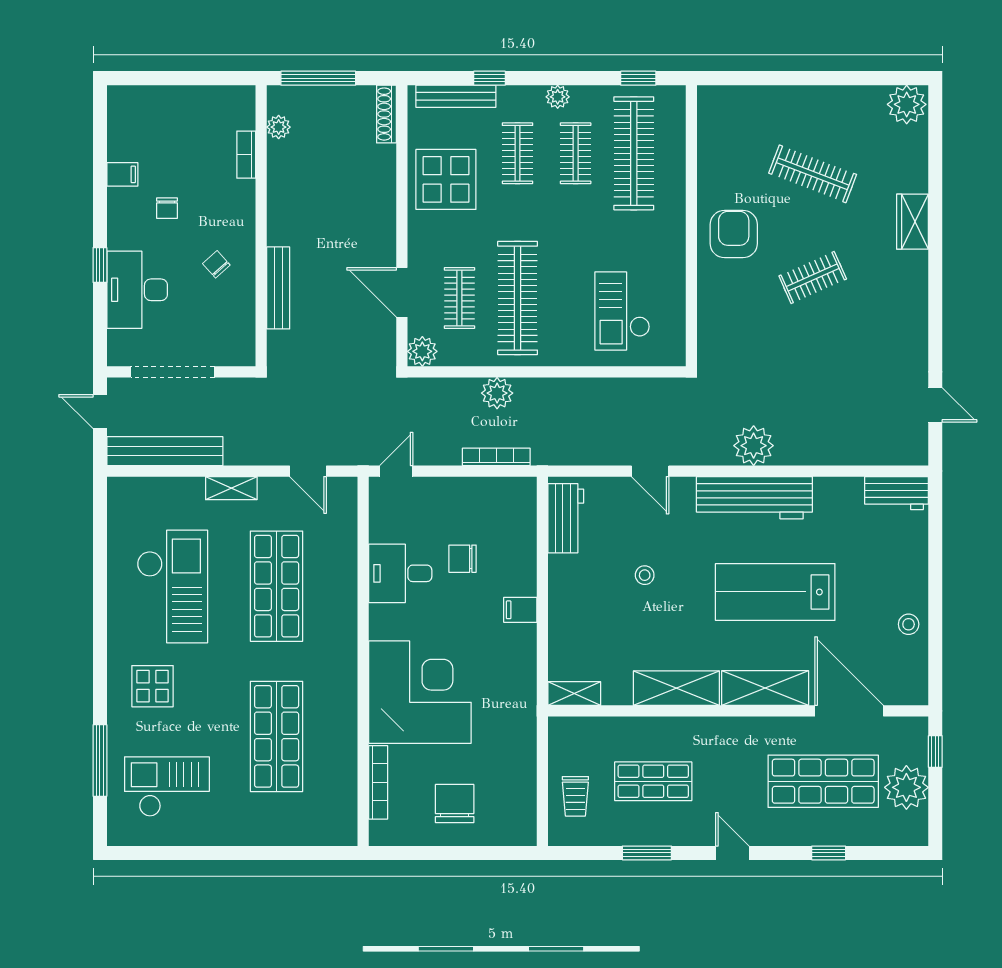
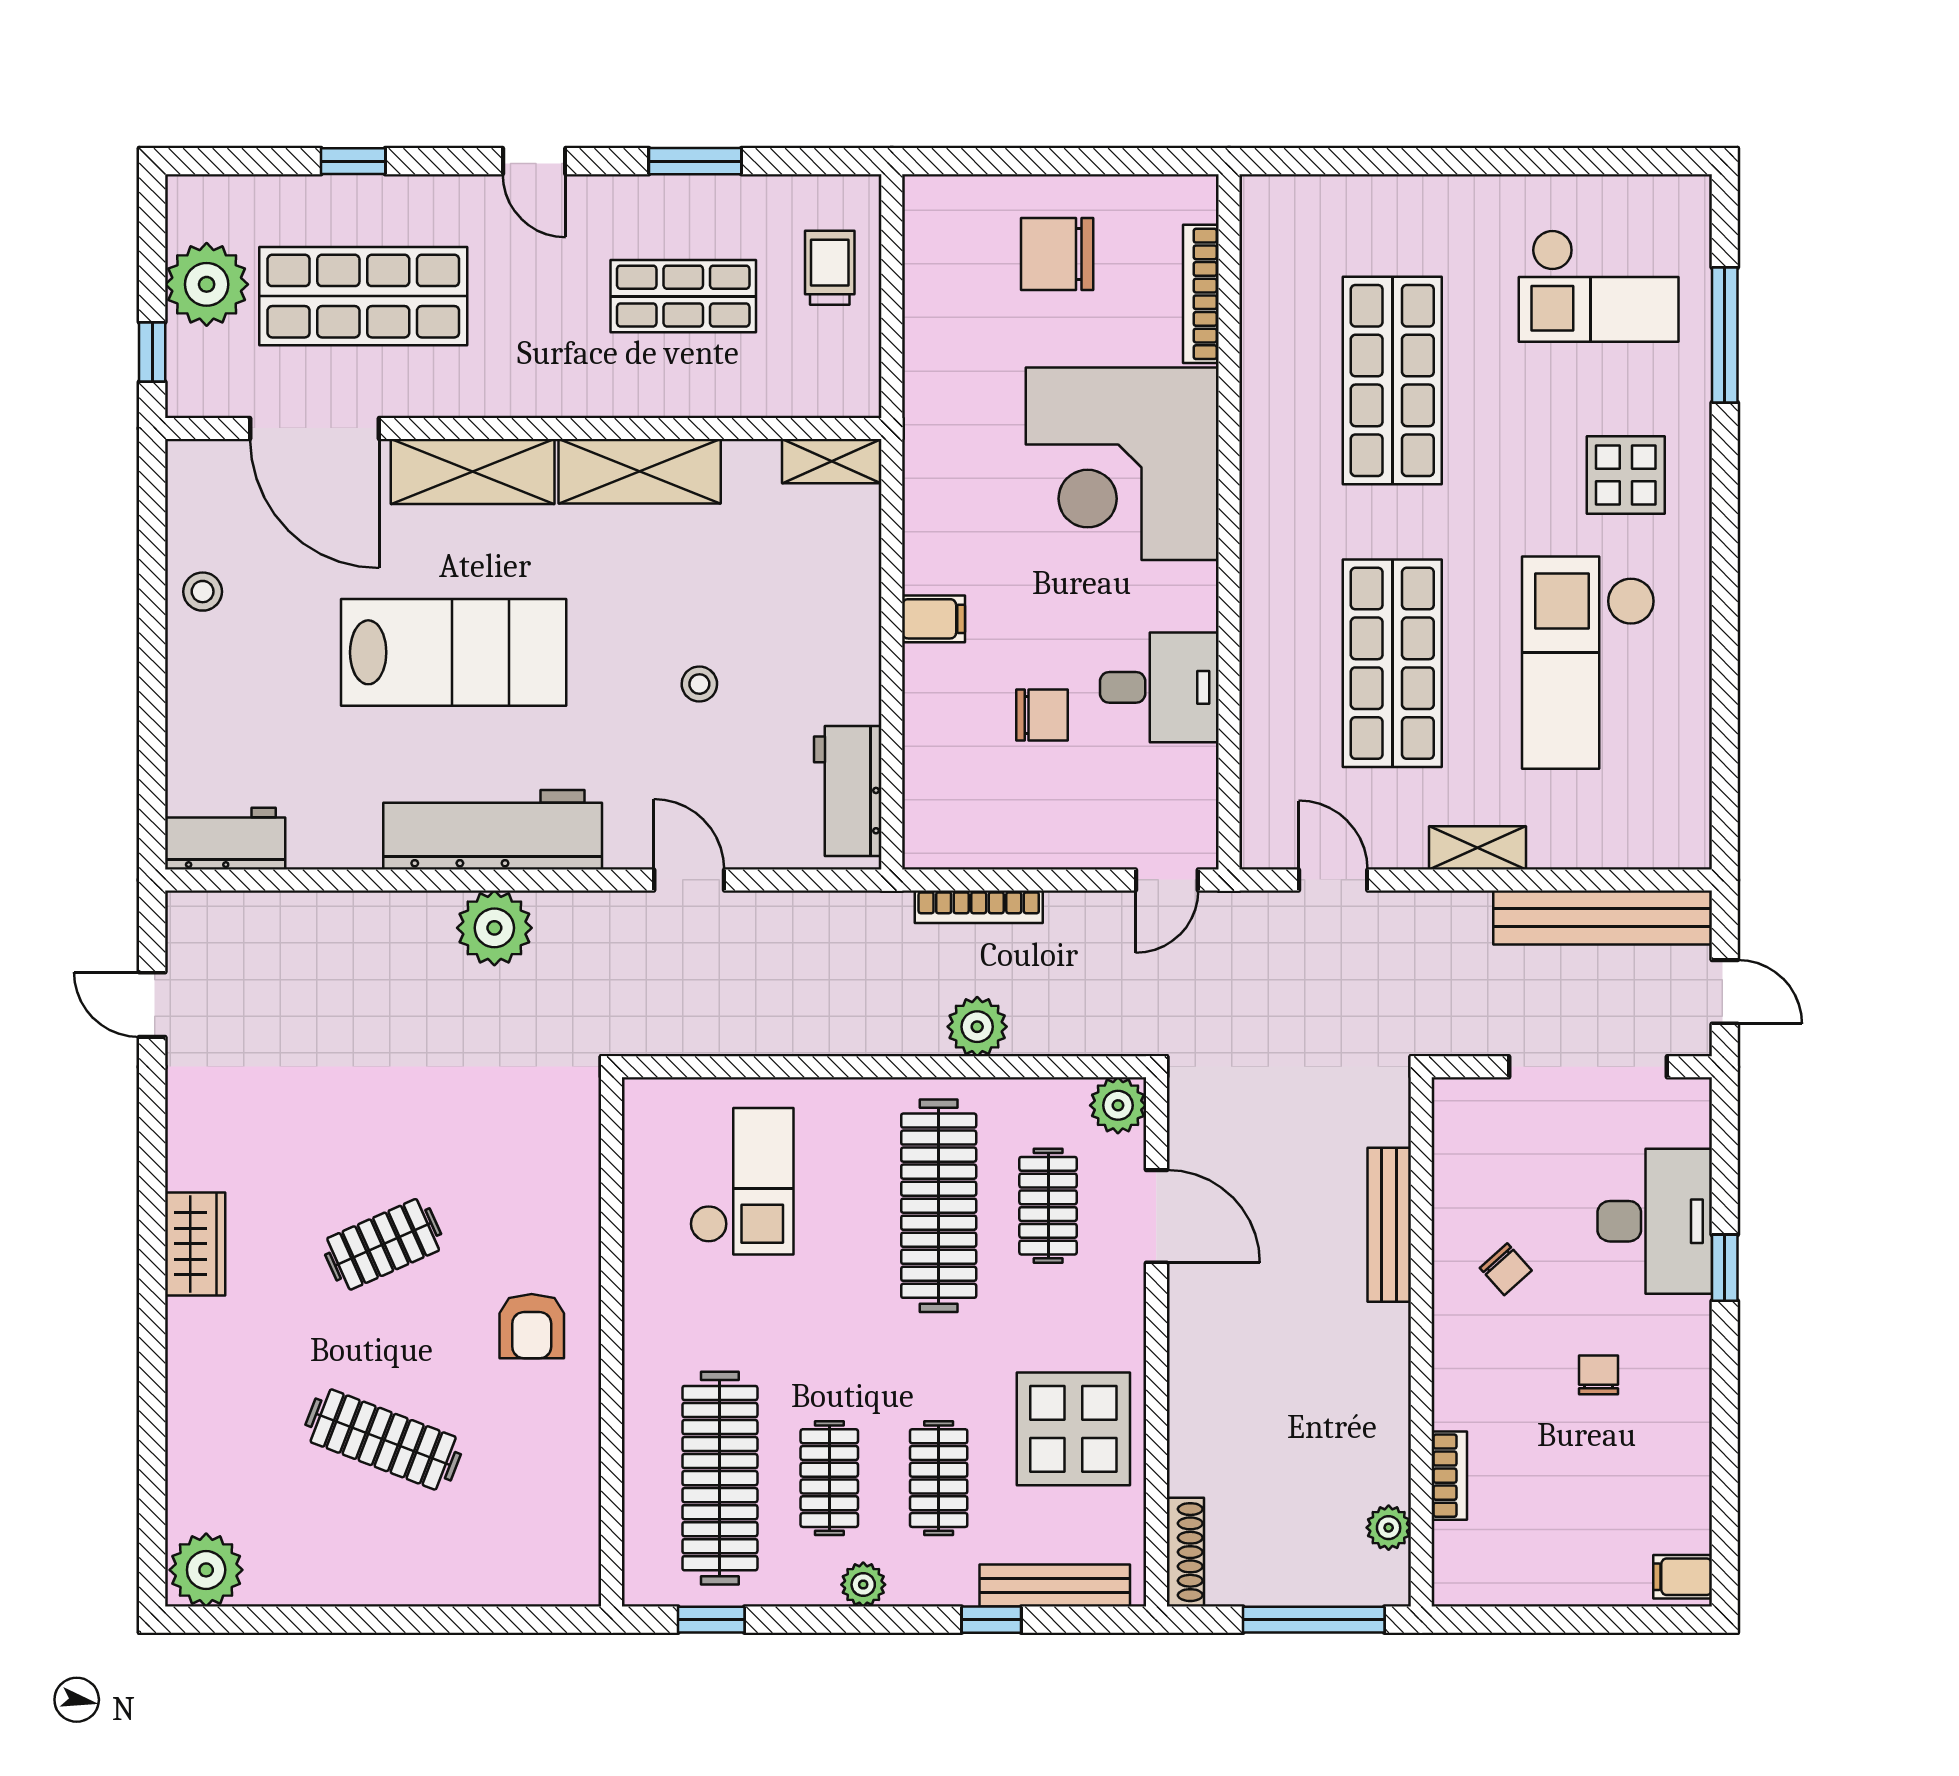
filing cabinet: (122, 174) -> (1683, 1577), moved
wardrobe: (913, 222) -> (195, 1244), moved
armchair: (734, 234) -> (532, 1326), width x0.72, depth x0.72
chair: (455, 804) -> (1057, 254), turned 90

